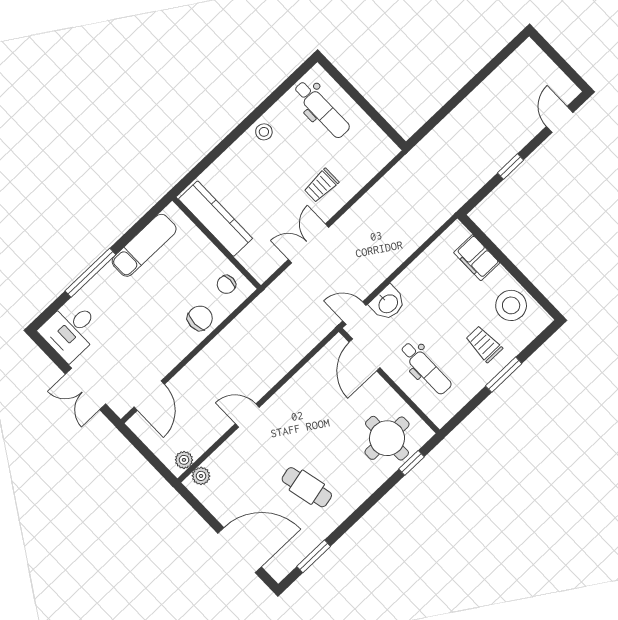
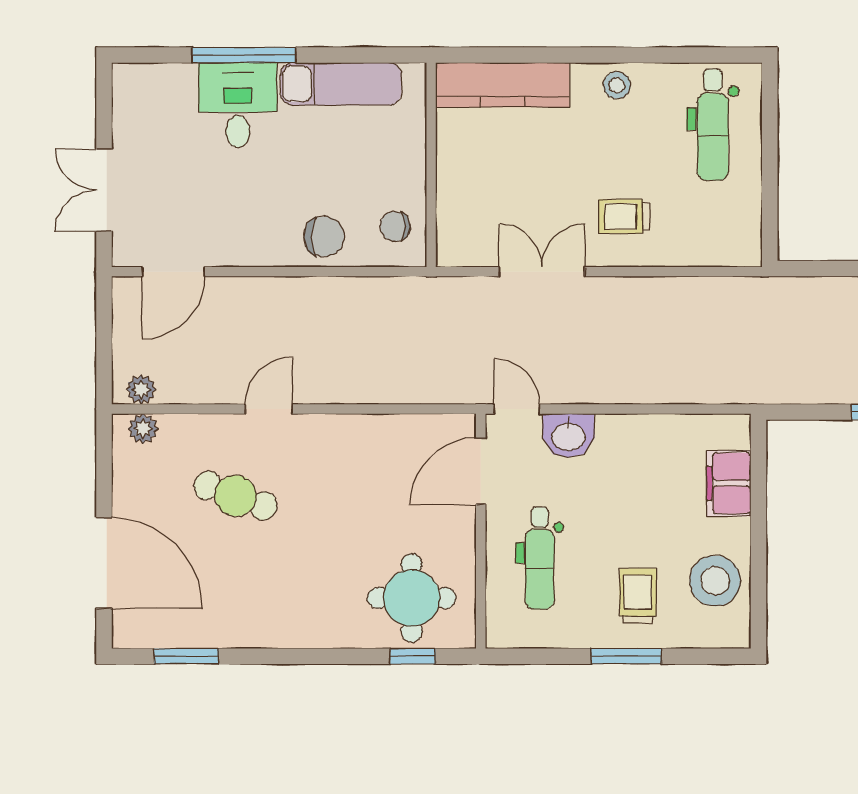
kitchen counter: (216, 219) -> (503, 85), moved, turned 90
desk: (71, 330) -> (238, 105), moved, turned 90
door: (247, 415) -> (269, 409), hinge flipped
cafe table: (307, 487) -> (236, 496), moved, turned -57

